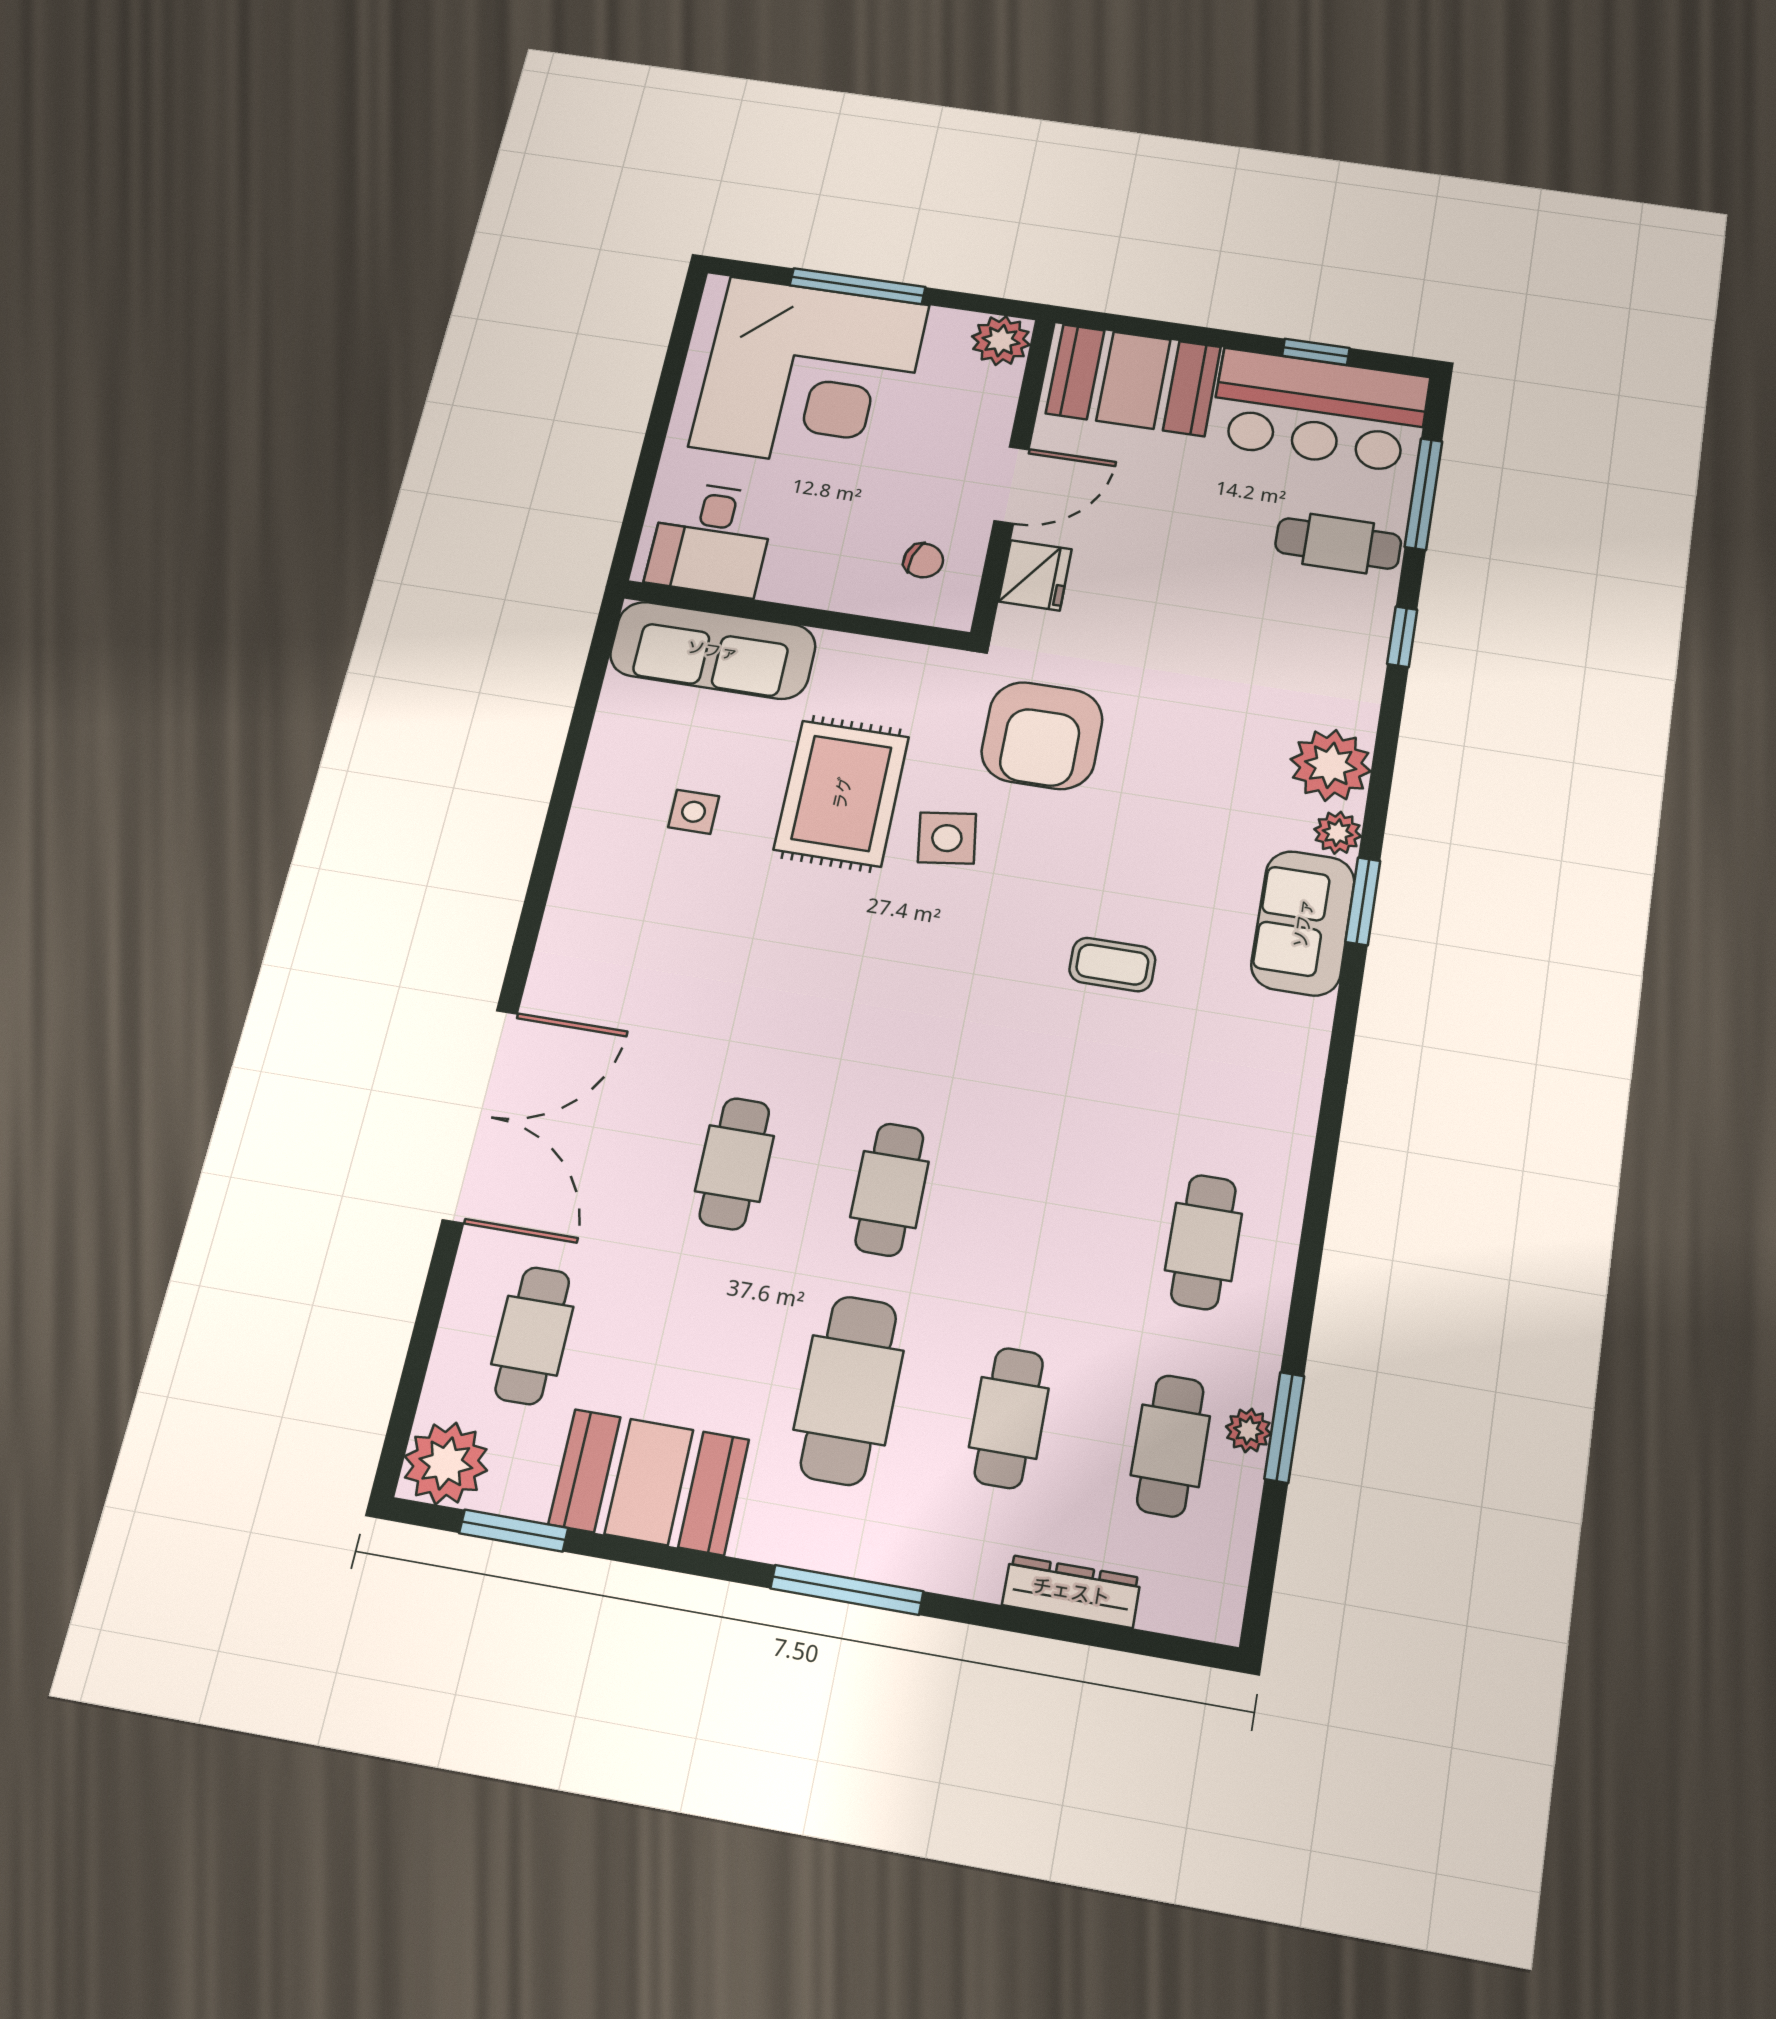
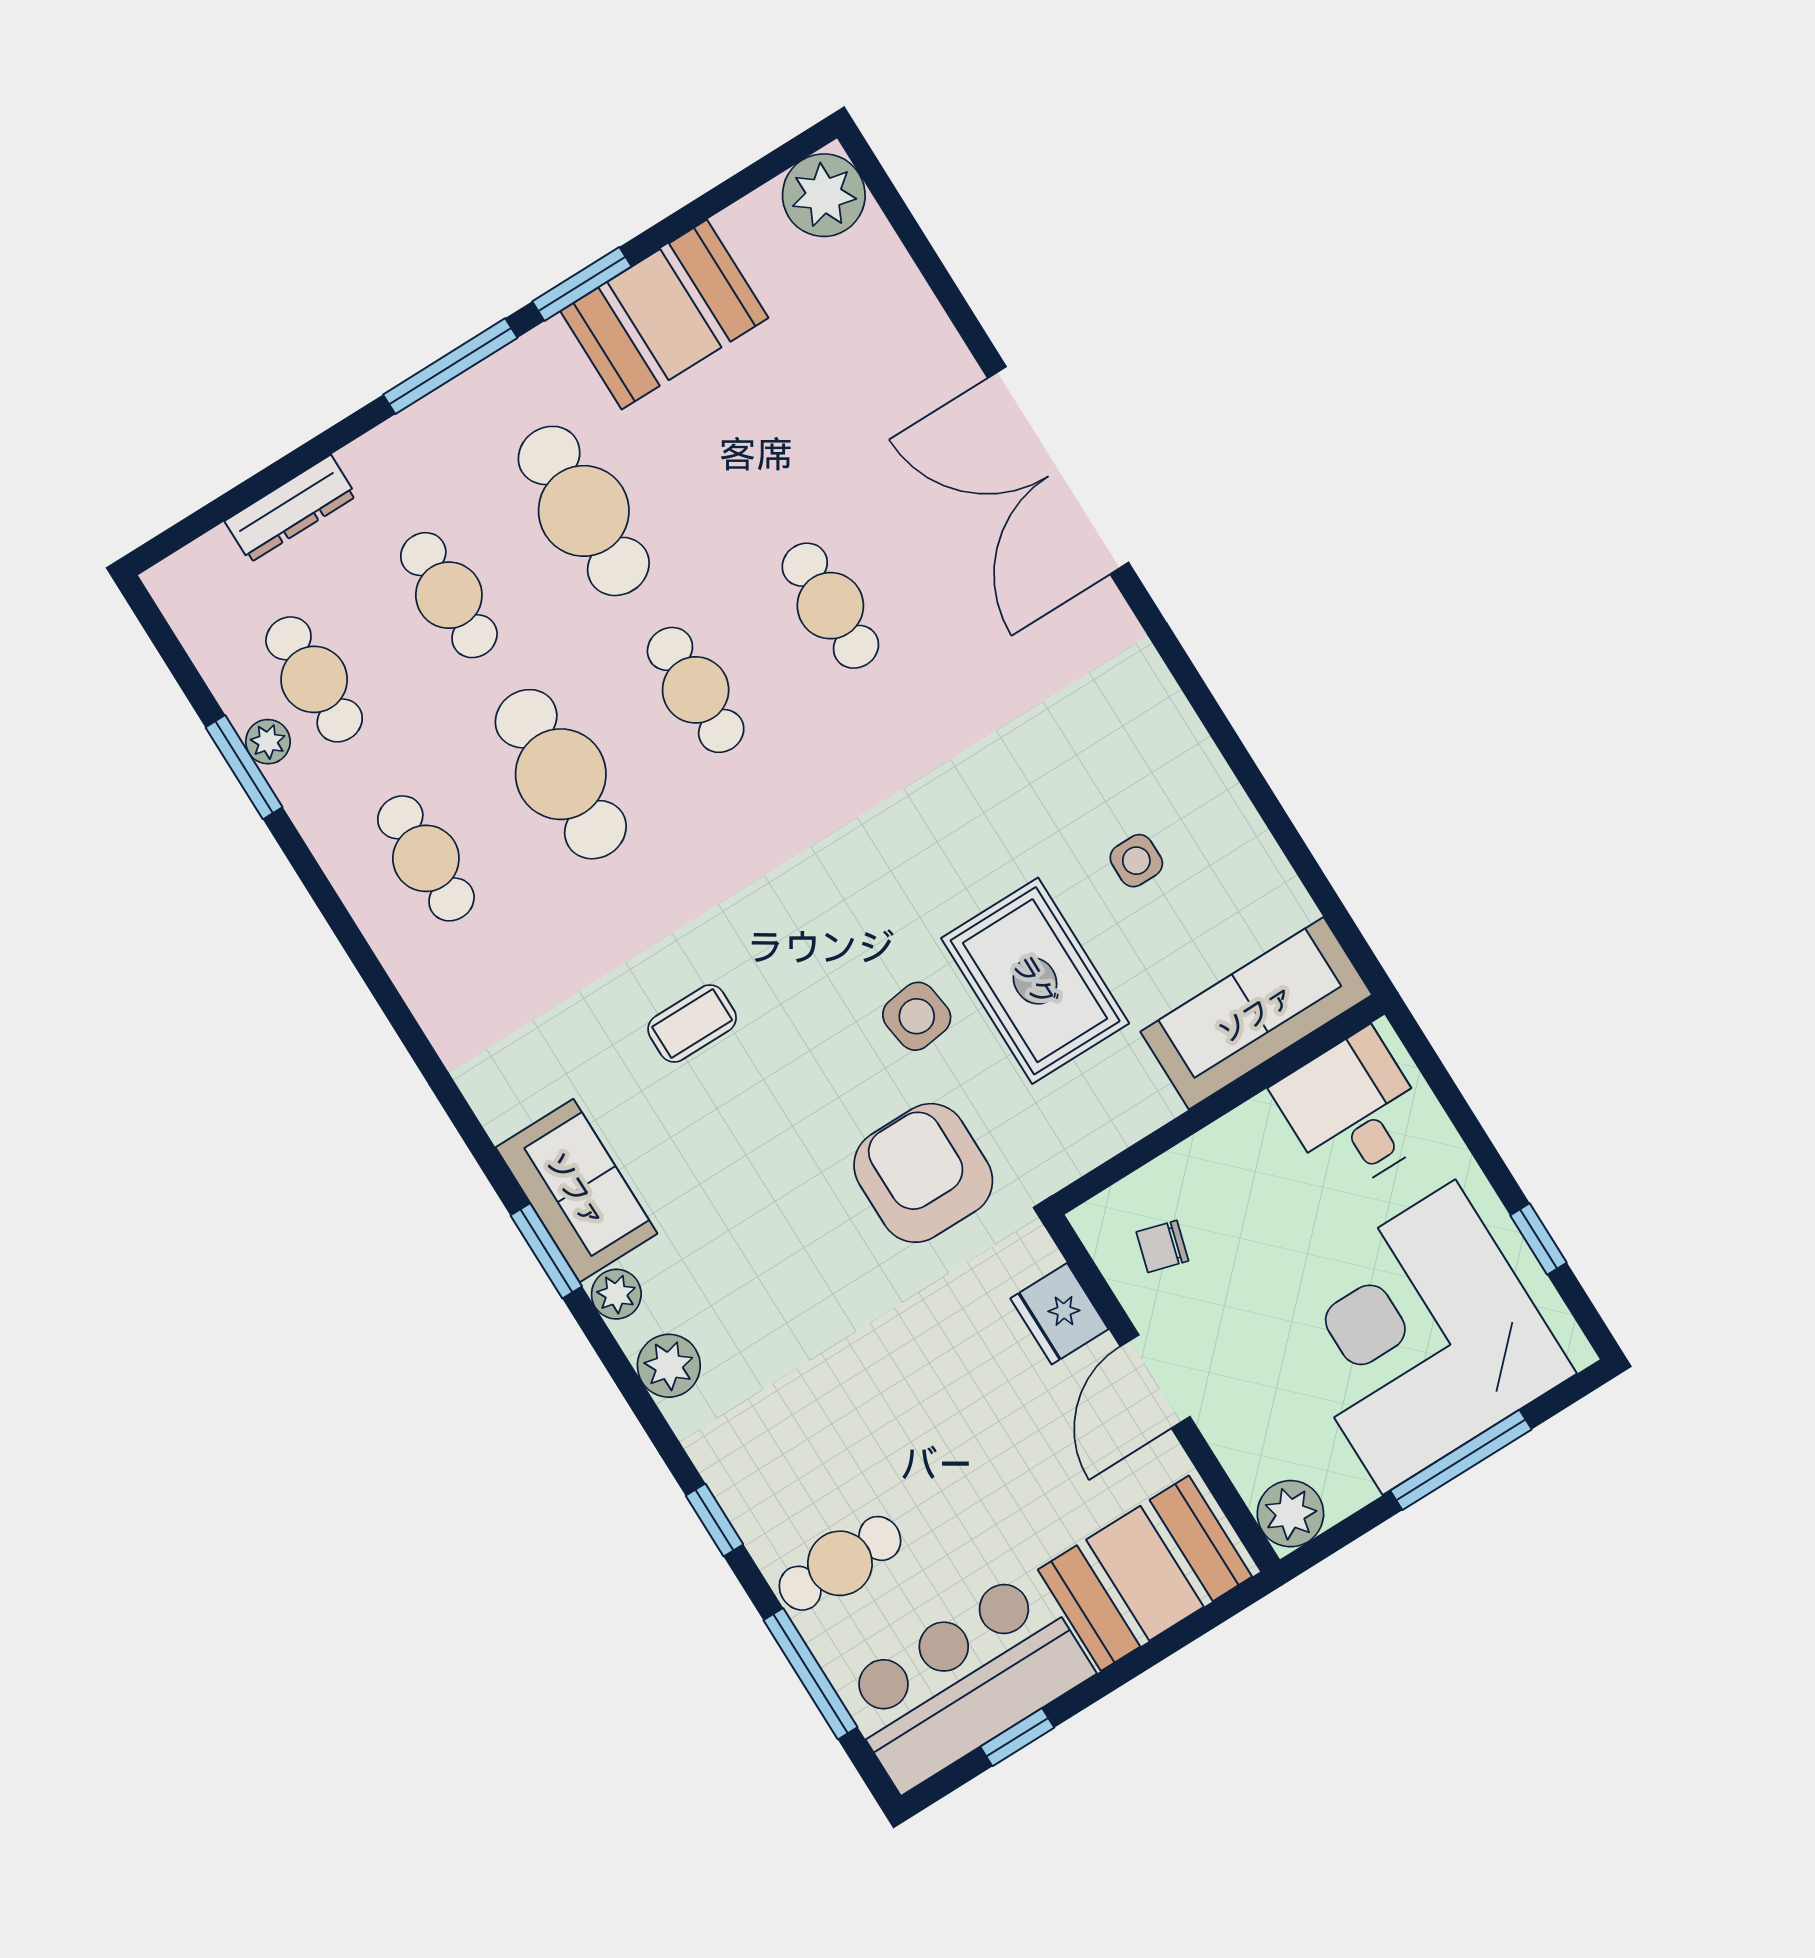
window: (672, 371) -> (1538, 1239), added
plant: (1331, 765) -> (669, 1366), width x0.73, depth x0.73
cafe table: (532, 1335) -> (561, 774), moved, width x1.37, depth x1.35
window: (514, 1531) -> (582, 284), moved

